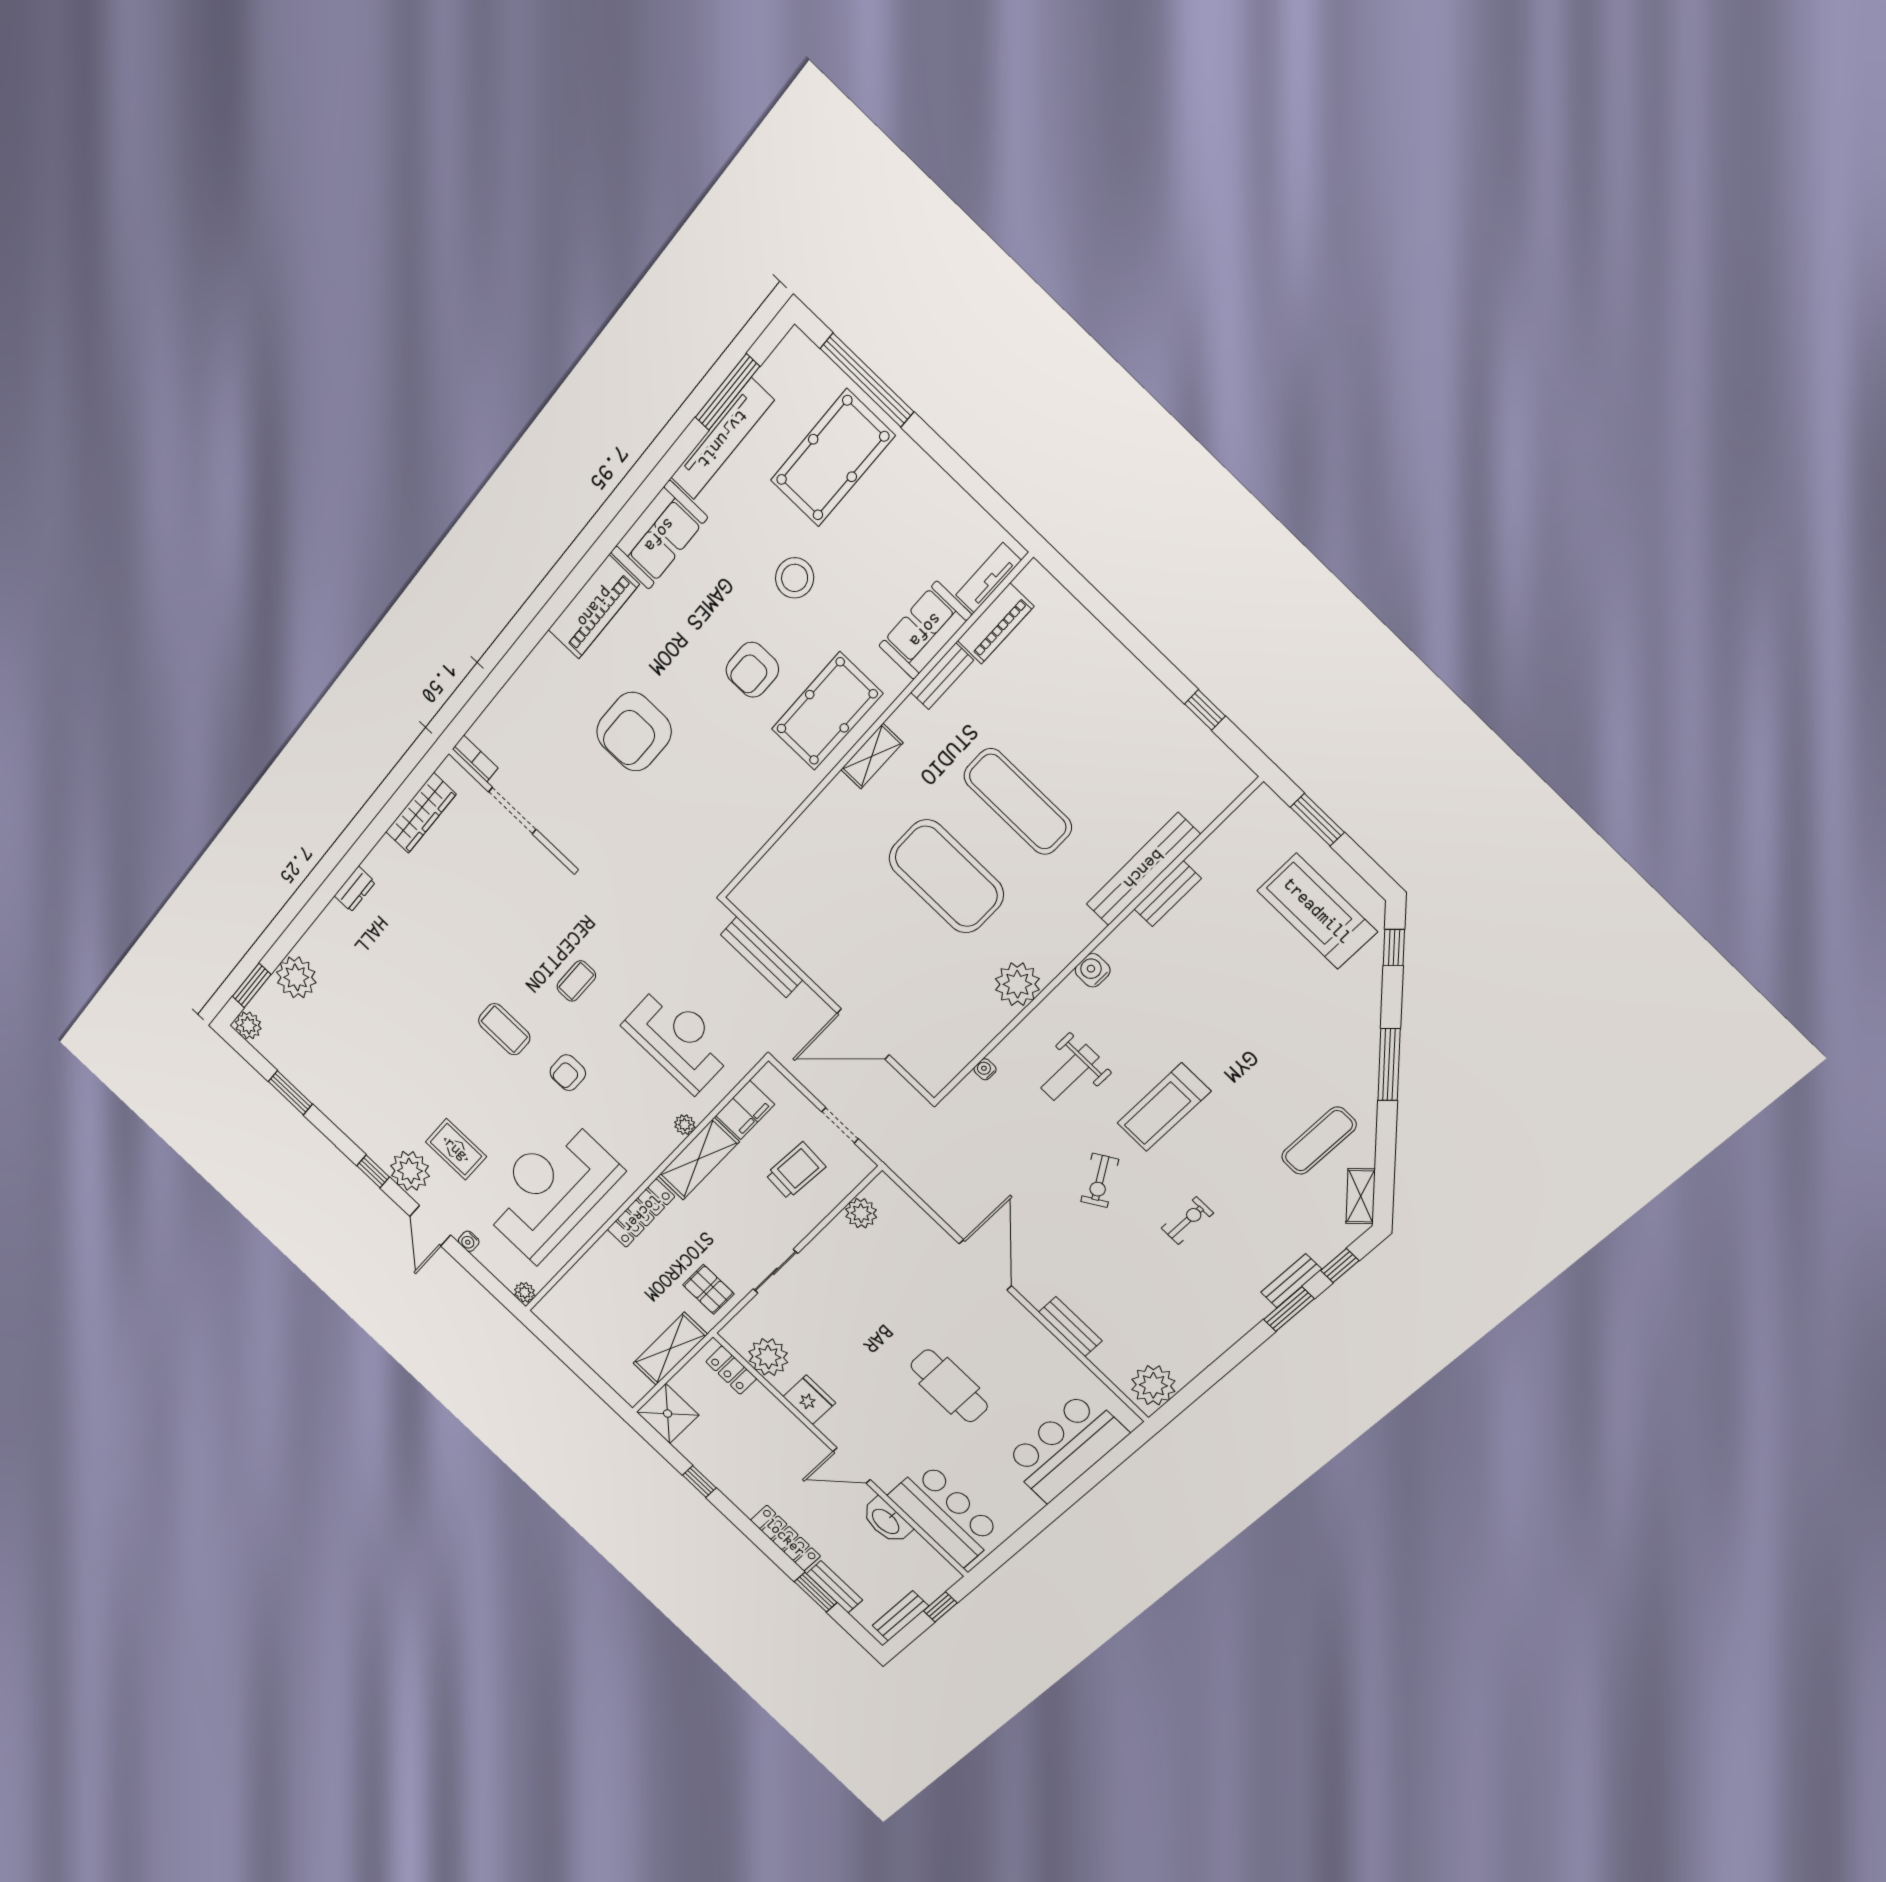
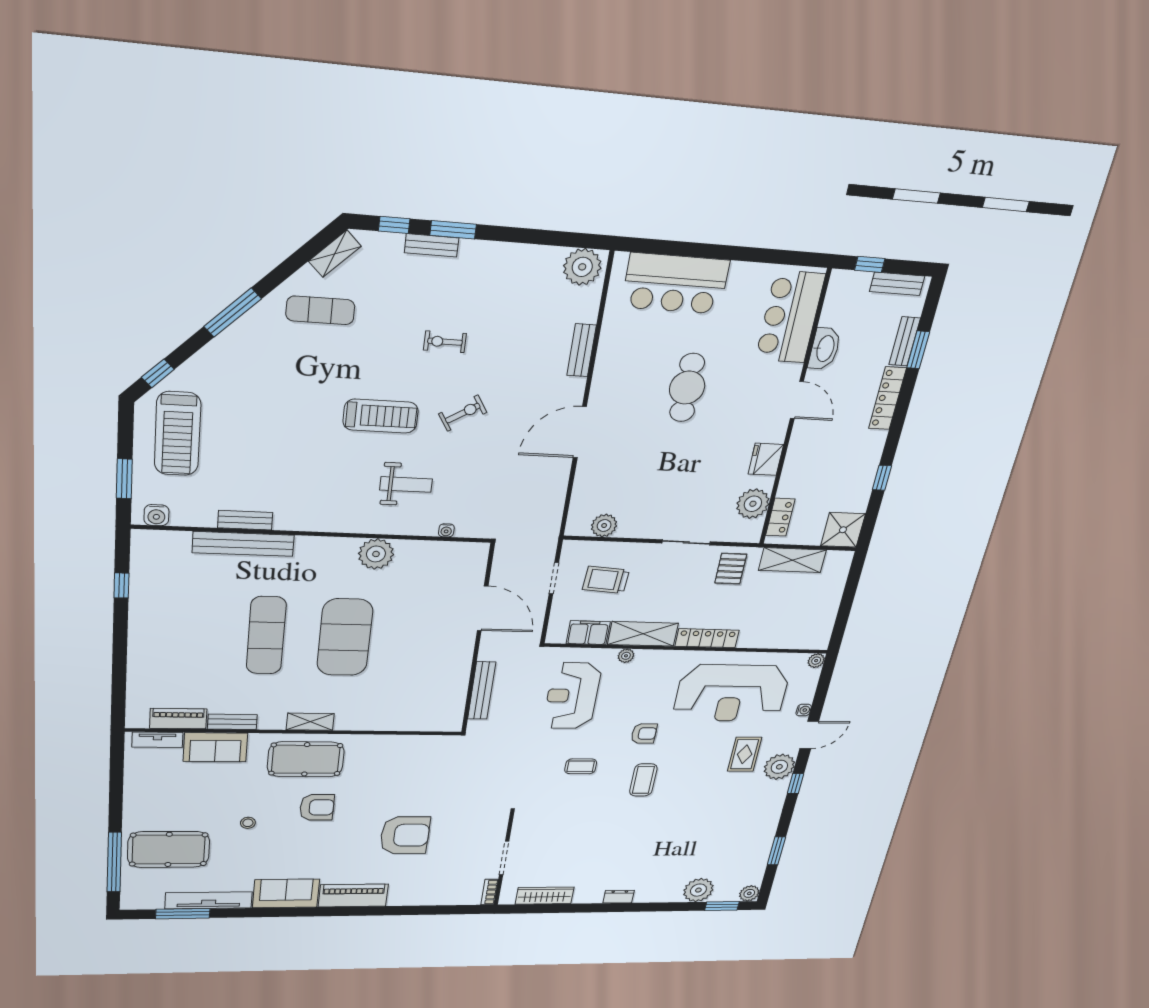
stool: (795, 578) -> (248, 823), width x0.53, depth x0.53
water cooler: (1093, 970) -> (156, 515), moved

